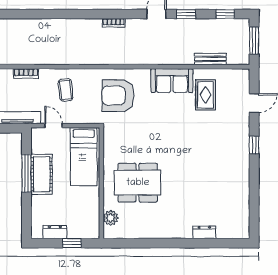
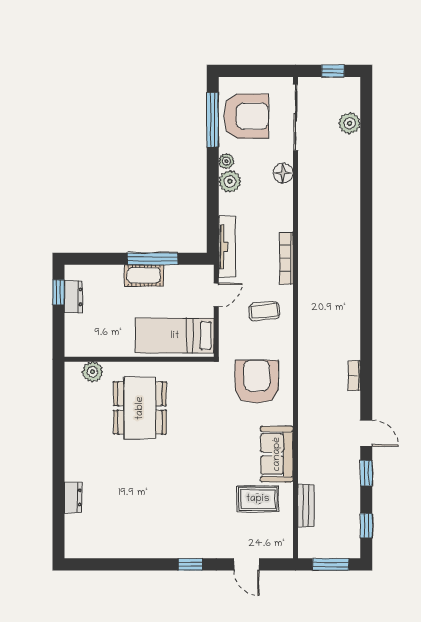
bookcase: (26, 73) -> (286, 258), width x1.56
cot: (42, 174) -> (144, 275), width x0.73, depth x0.75
window: (72, 243) -> (59, 292), moved

